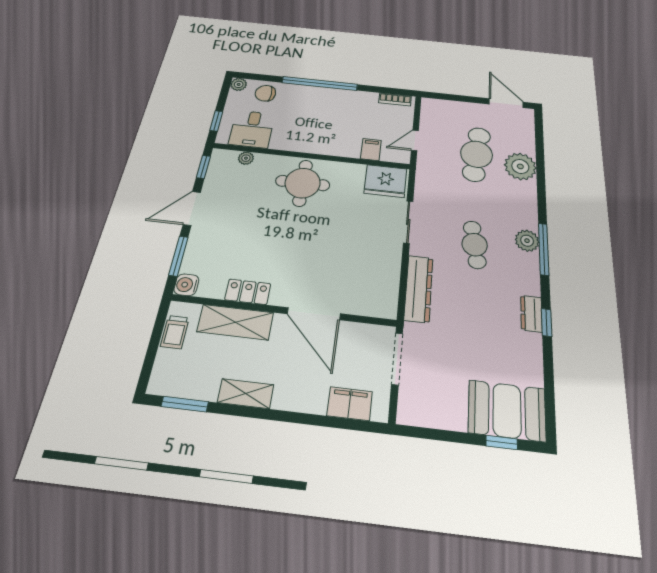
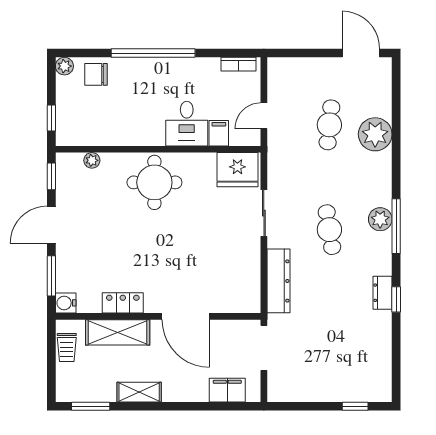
desk: (252, 129) -> (187, 124), moved
cafe table: (477, 154) -> (329, 125), width x0.73, depth x0.74
booth: (507, 410) -> (360, 380), removed

